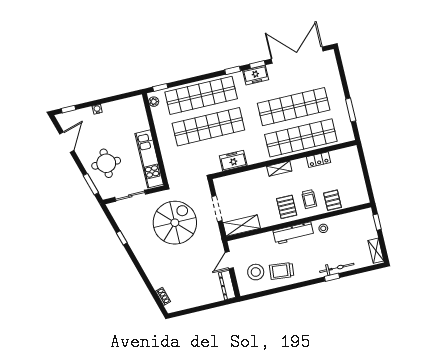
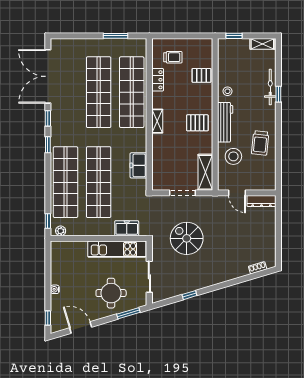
freezer: (256, 75) -> (127, 228), moved, turned -90
trolley: (309, 199) -> (173, 57), moved
spiral stairs: (175, 223) -> (187, 238), width x0.73, depth x0.73
stool: (256, 272) -> (233, 156), moved

